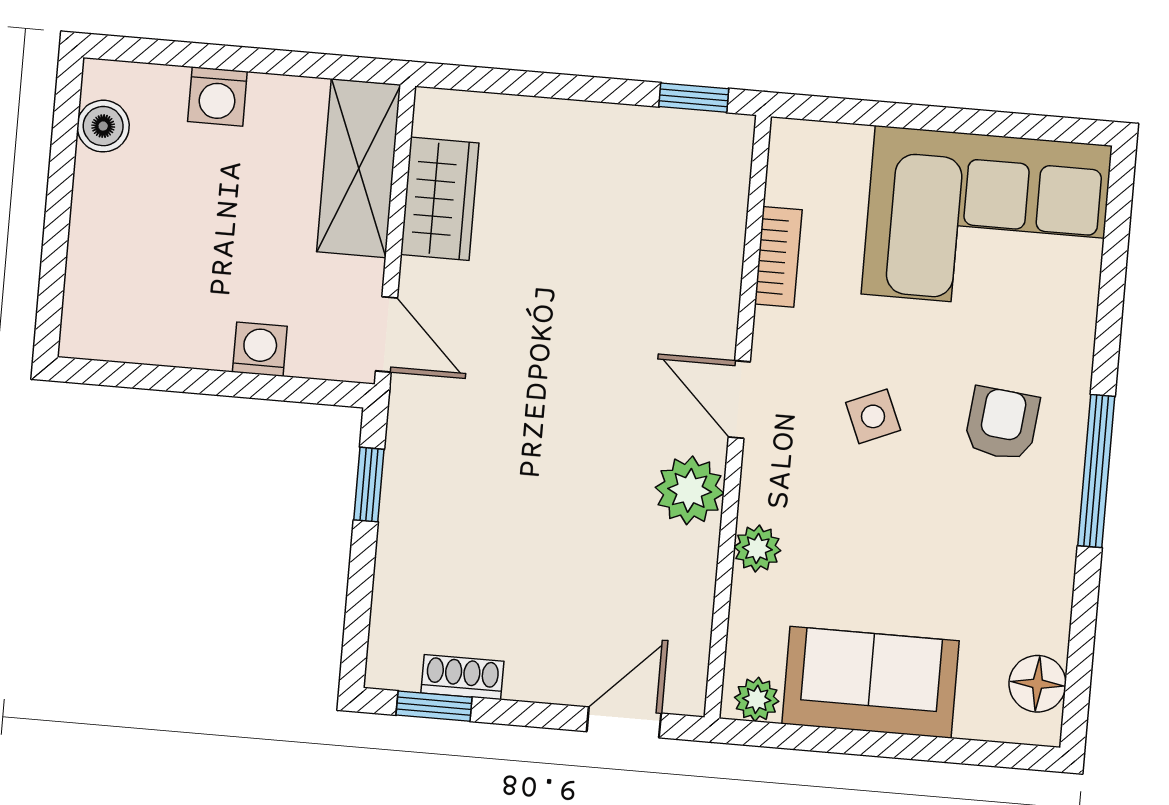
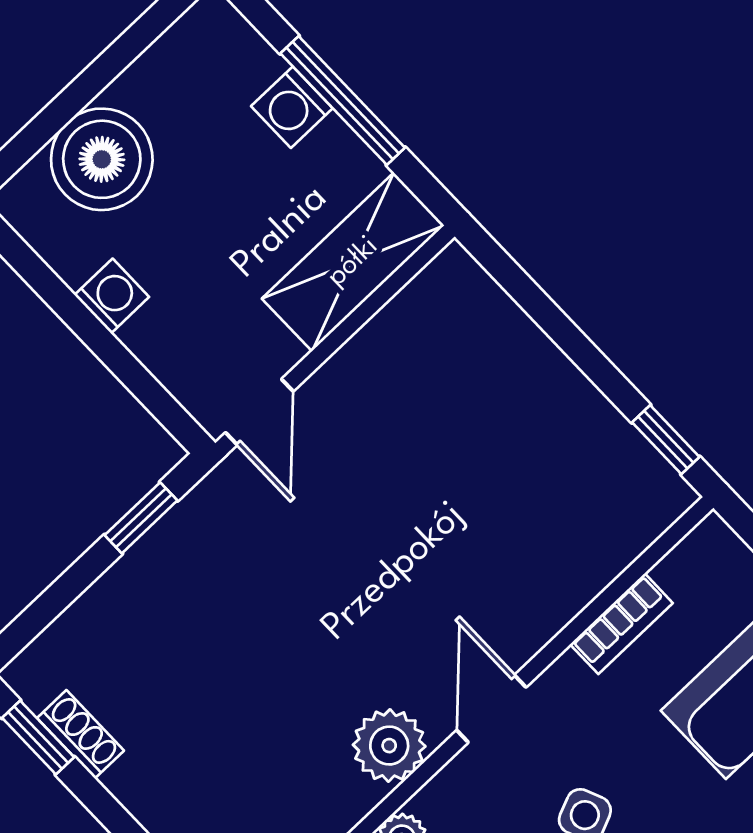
window: (249, 60) -> (343, 100), added
boiler: (103, 126) -> (102, 159), moved, width x1.86, depth x1.86
wardrobe: (440, 199) -> (396, 342), removed
washing machine: (260, 349) -> (112, 296), moved

